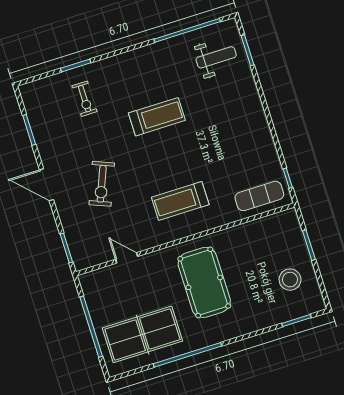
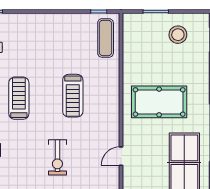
exercise bike: (102, 184) -> (57, 157), turned 68
treadmill: (180, 201) -> (73, 96), moved

